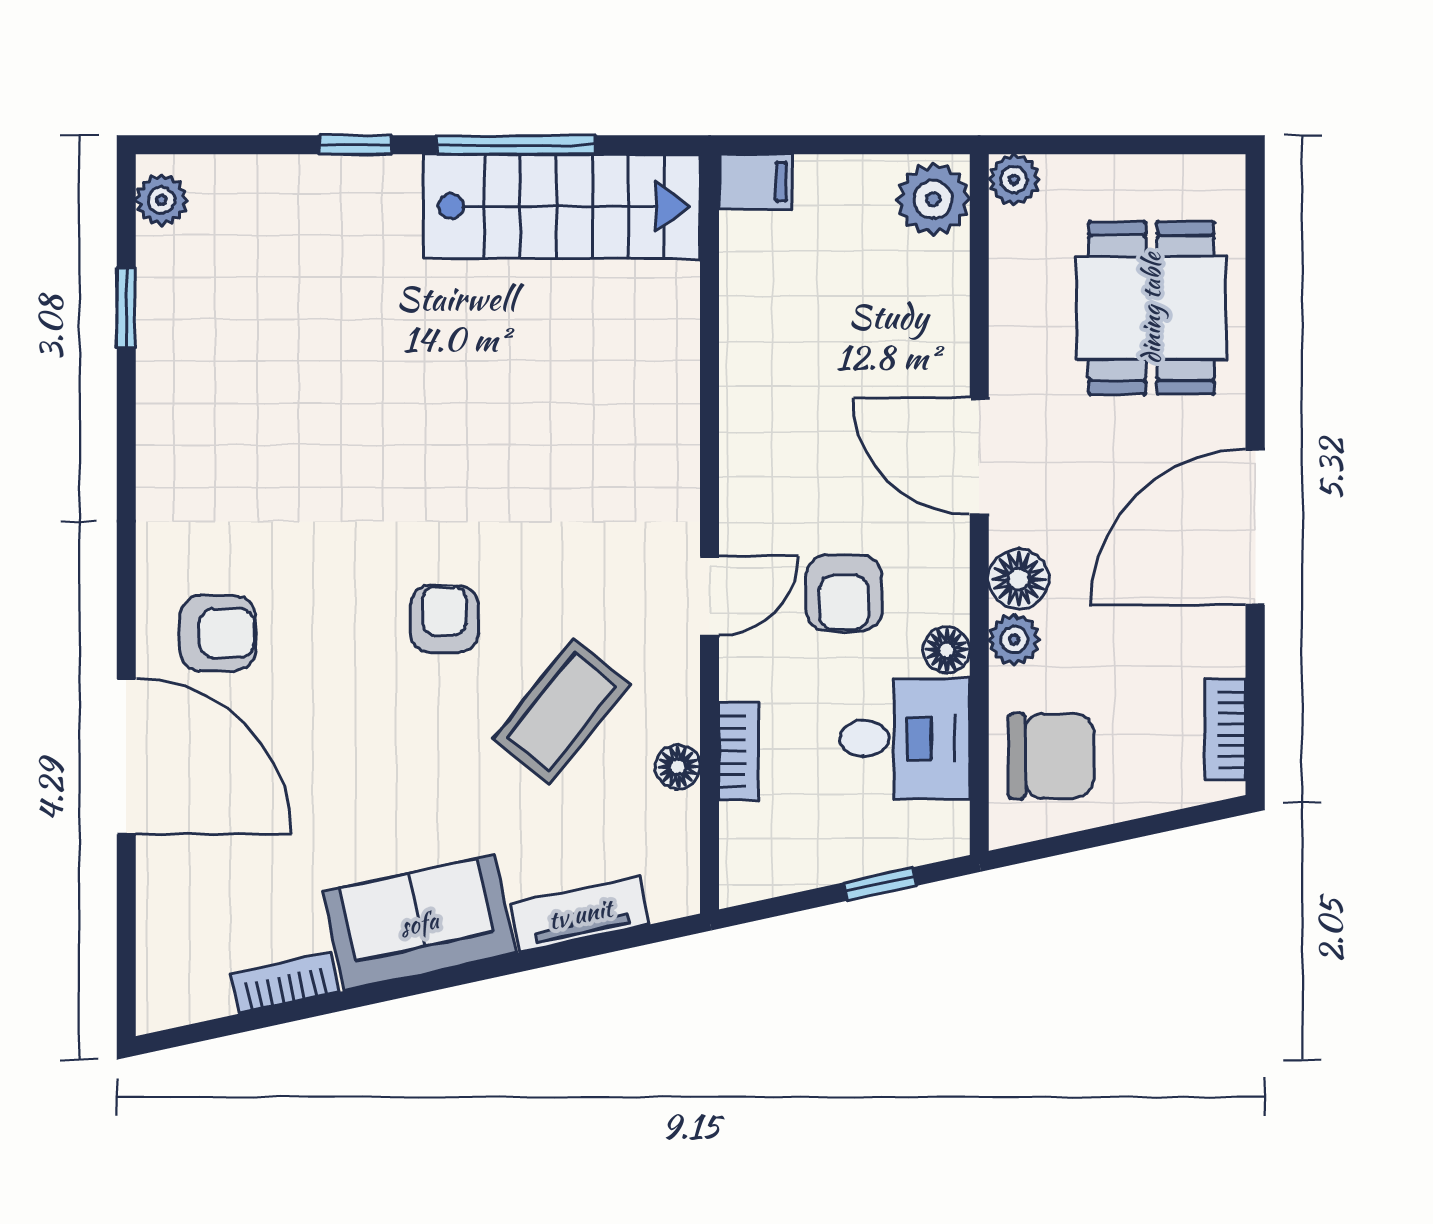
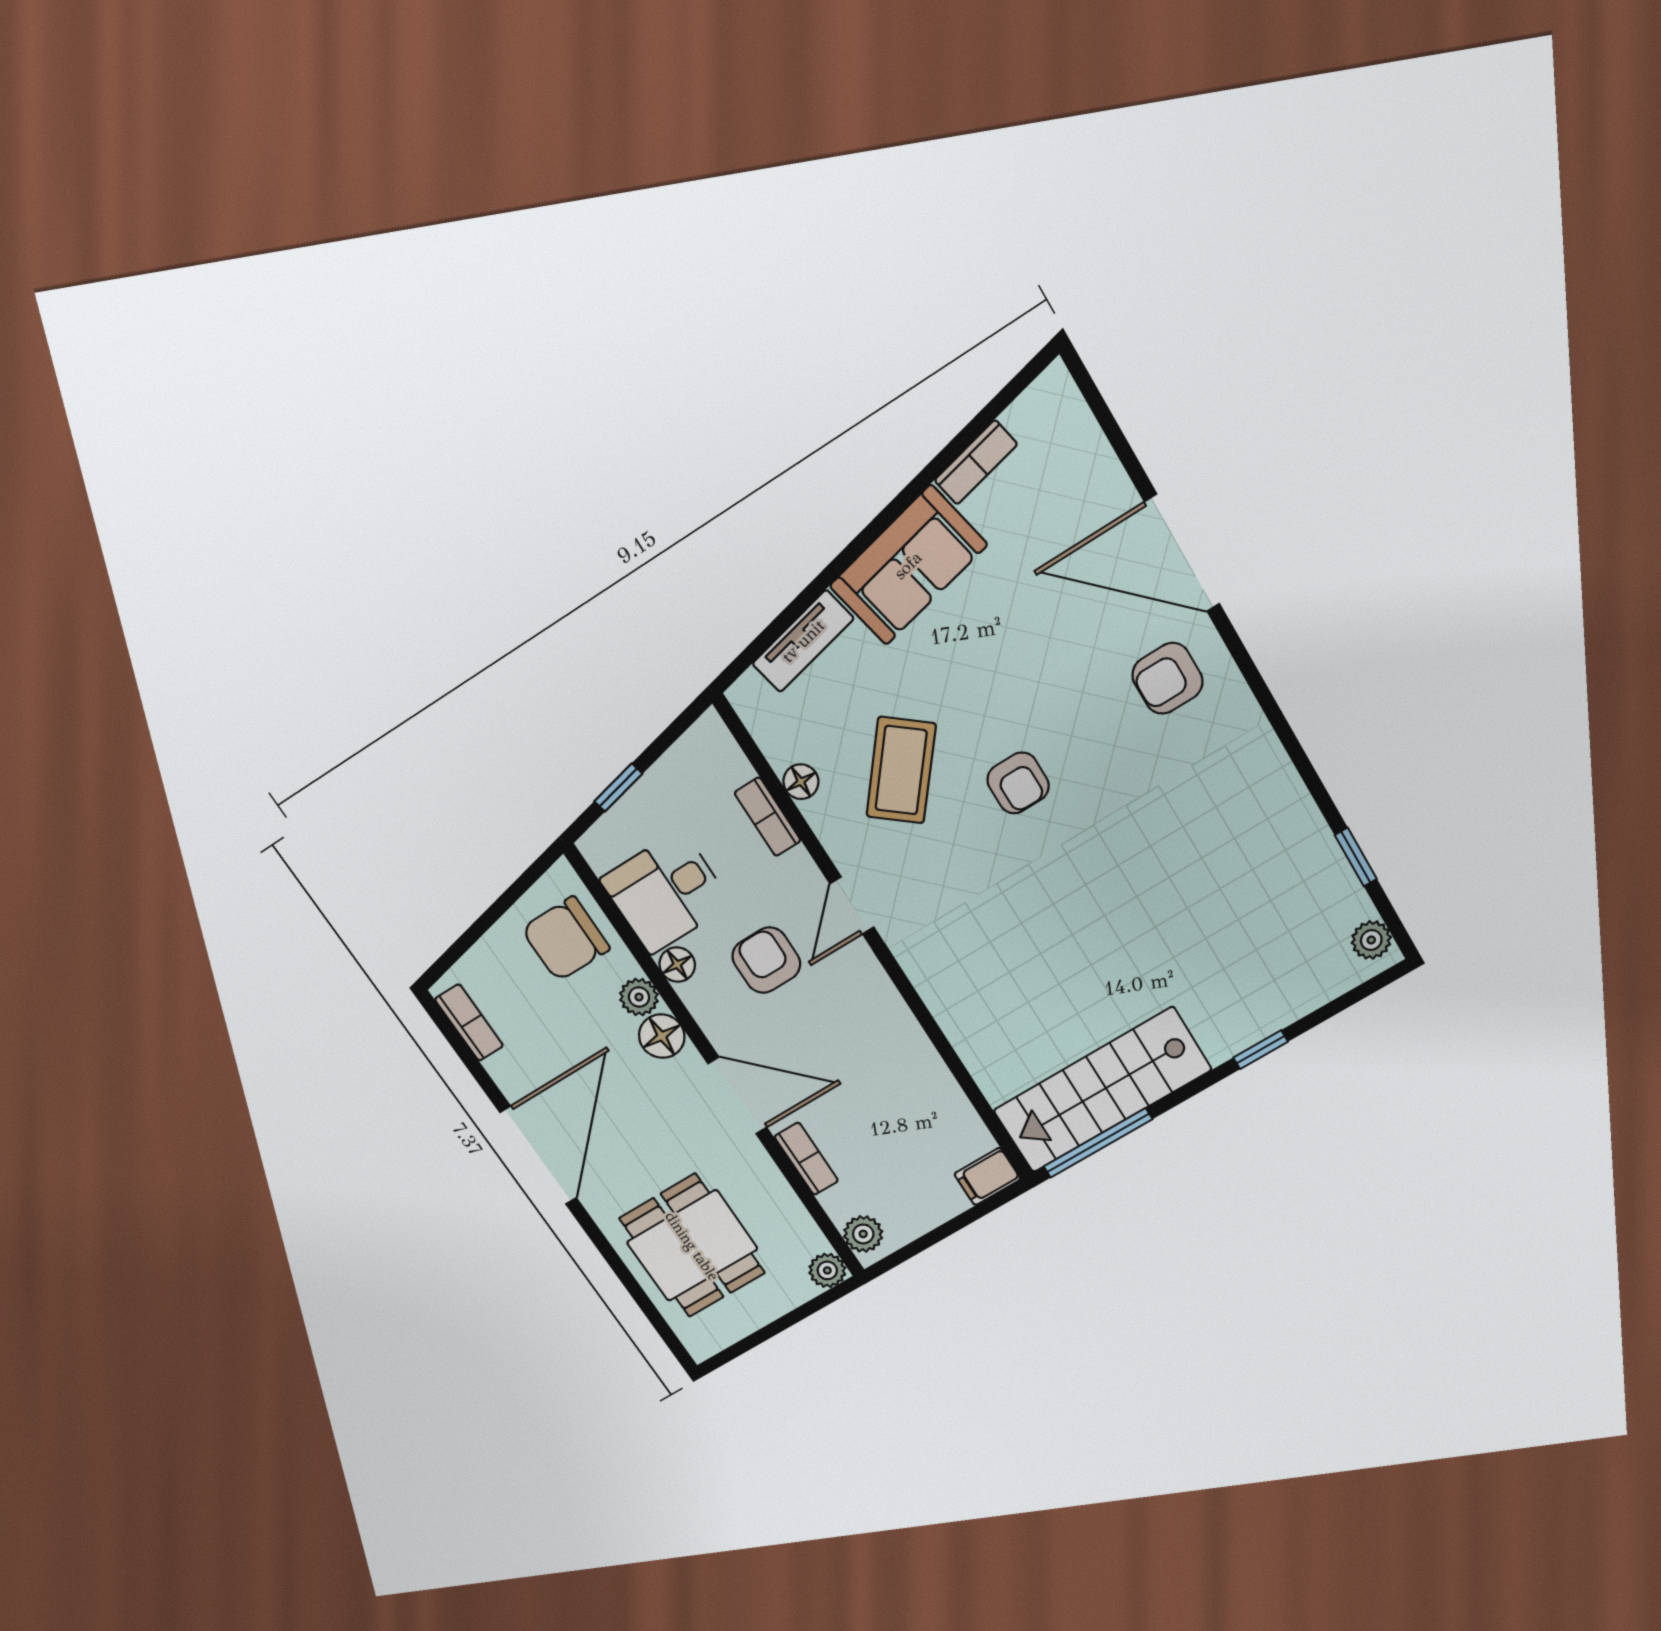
window: (516, 145) -> (1098, 1143), moved
plant: (933, 199) -> (863, 1234), width x0.73, depth x0.73
bookcase: (950, 332) -> (806, 1159), added

